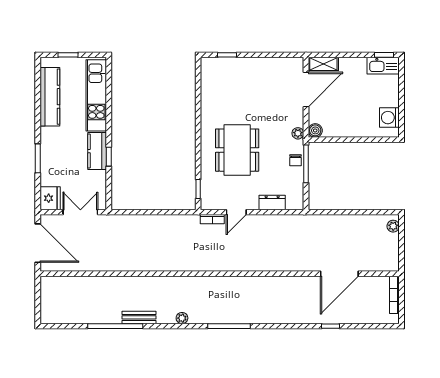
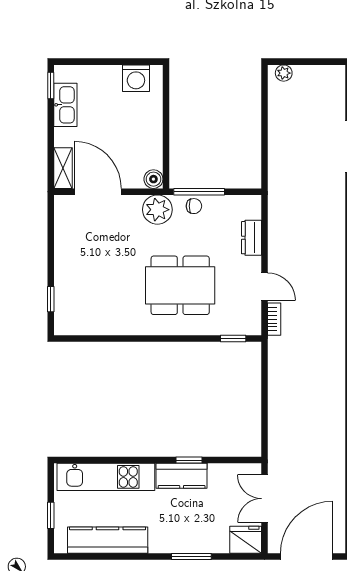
kitchen sink: (383, 66) -> (65, 105), moved
plant: (298, 133) -> (157, 210), width x1.88, depth x1.88

